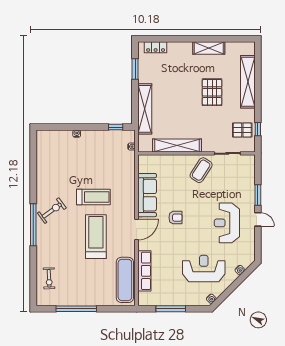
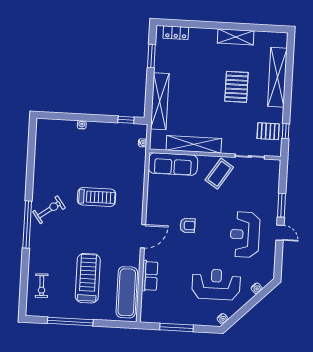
sofa: (147, 195) -> (173, 164), moved, turned 90
treadmill: (96, 237) -> (88, 278), moved
row of seats: (144, 271) -> (150, 276), width x0.68

